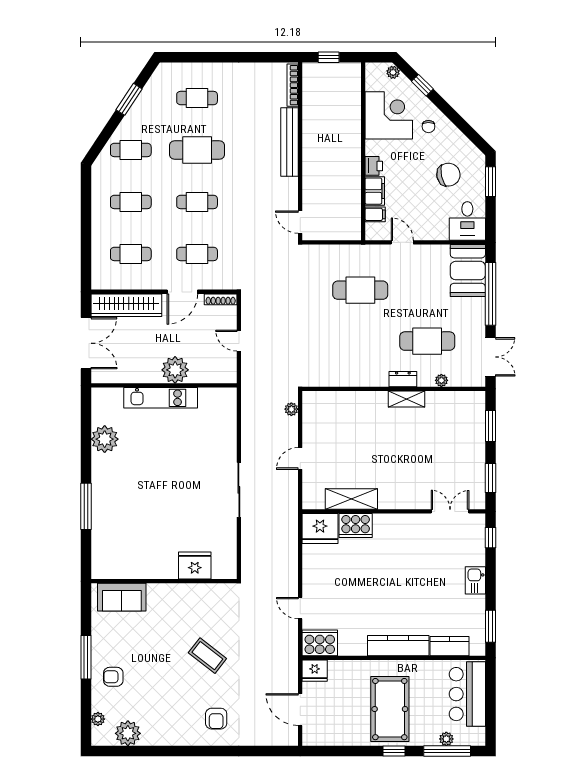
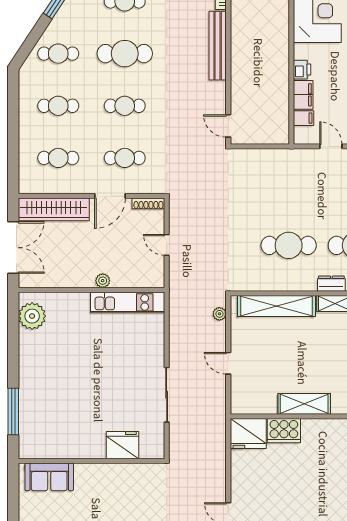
cafe table: (360, 290) -> (289, 245), moved
plant: (175, 370) -> (103, 281), width x0.53, depth x0.53
kitchen unit: (161, 398) -> (128, 302), moved
shelving: (348, 401) -> (276, 306), added
plant: (105, 439) -> (32, 316), moved
door: (300, 458) -> (228, 363), hinge flipped
shelving: (351, 499) -> (304, 404), moved
fridge: (195, 566) -> (122, 445), moved
wall: (164, 581) -> (91, 461), moved
sofa: (122, 597) -> (49, 477), moved

